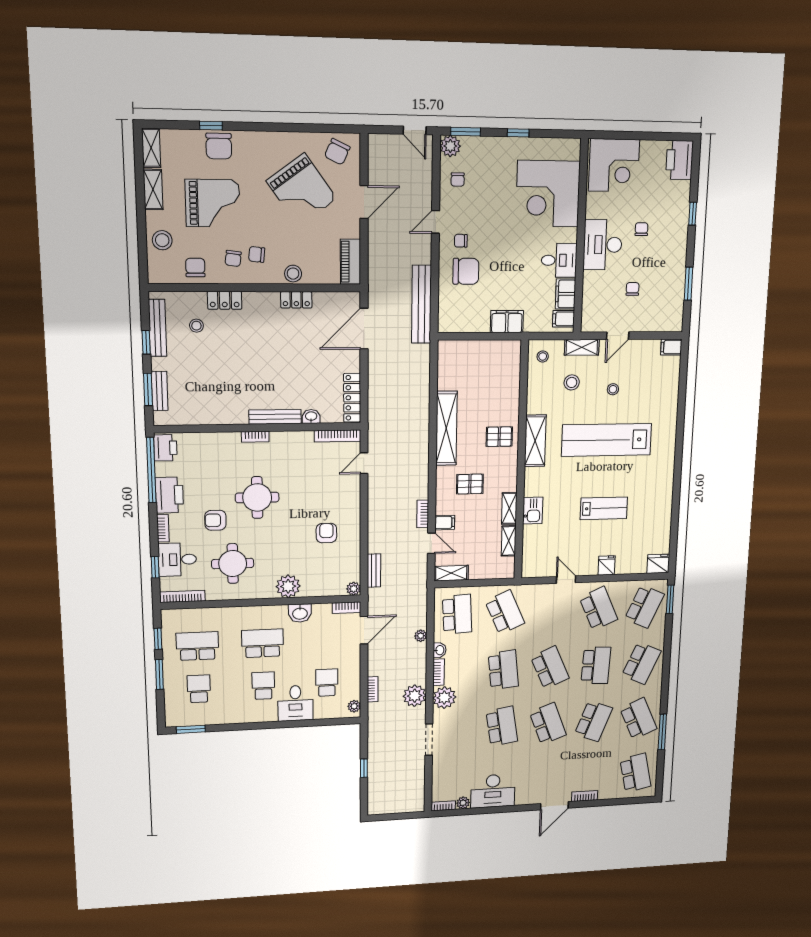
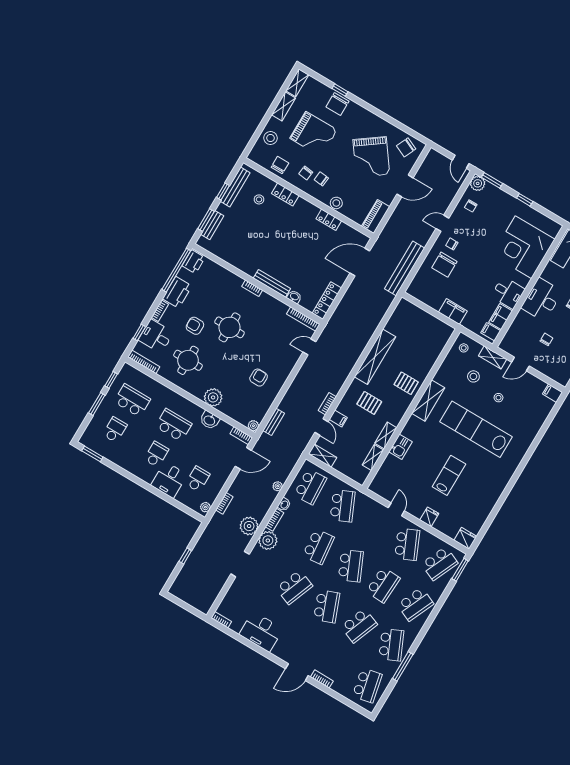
chair: (466, 271) -> (444, 265), turned 90
lab bench: (604, 508) -> (449, 475), turned -90
school desk: (502, 726) -> (294, 587), turned 30
plant: (463, 803) -> (236, 627), removed

